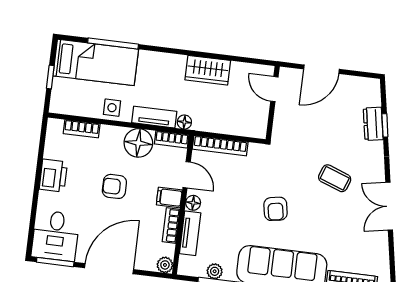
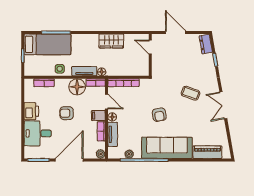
door: (322, 69) -> (176, 32), swing flipped
dresser: (373, 124) -> (206, 44), moved
desk: (56, 236) -> (38, 133), moved, turned 90

